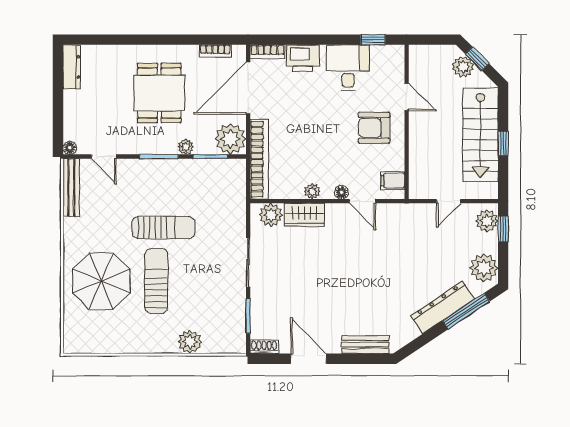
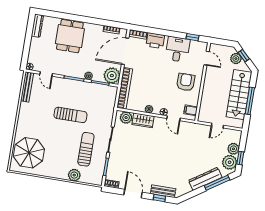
dining table: (159, 93) -> (70, 36), moved
door: (407, 97) -> (207, 58), moved
armchair: (374, 128) -> (186, 82), turned 90
window: (503, 143) -> (250, 101), width x2.17
plant: (487, 221) -> (233, 149), moved
window: (503, 229) -> (240, 158), moved
parasol: (101, 281) -> (29, 153), moved
sun lounger: (156, 281) -> (86, 149), moved
window: (361, 359) -> (159, 198), added

